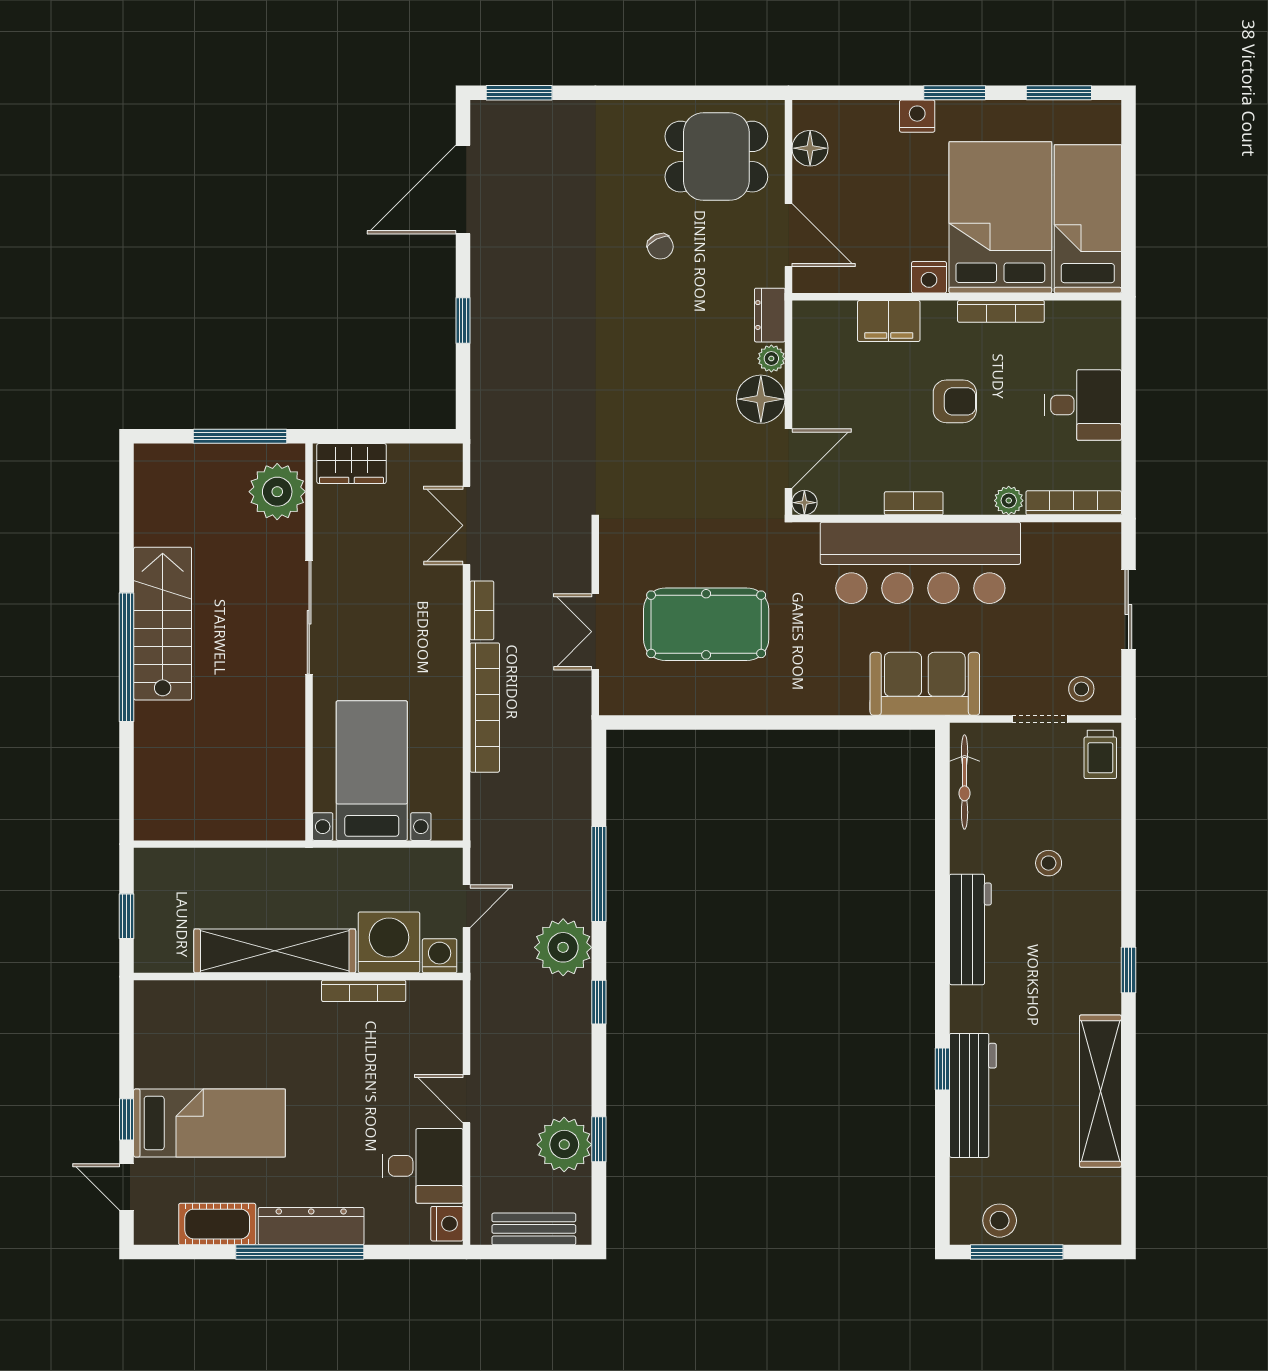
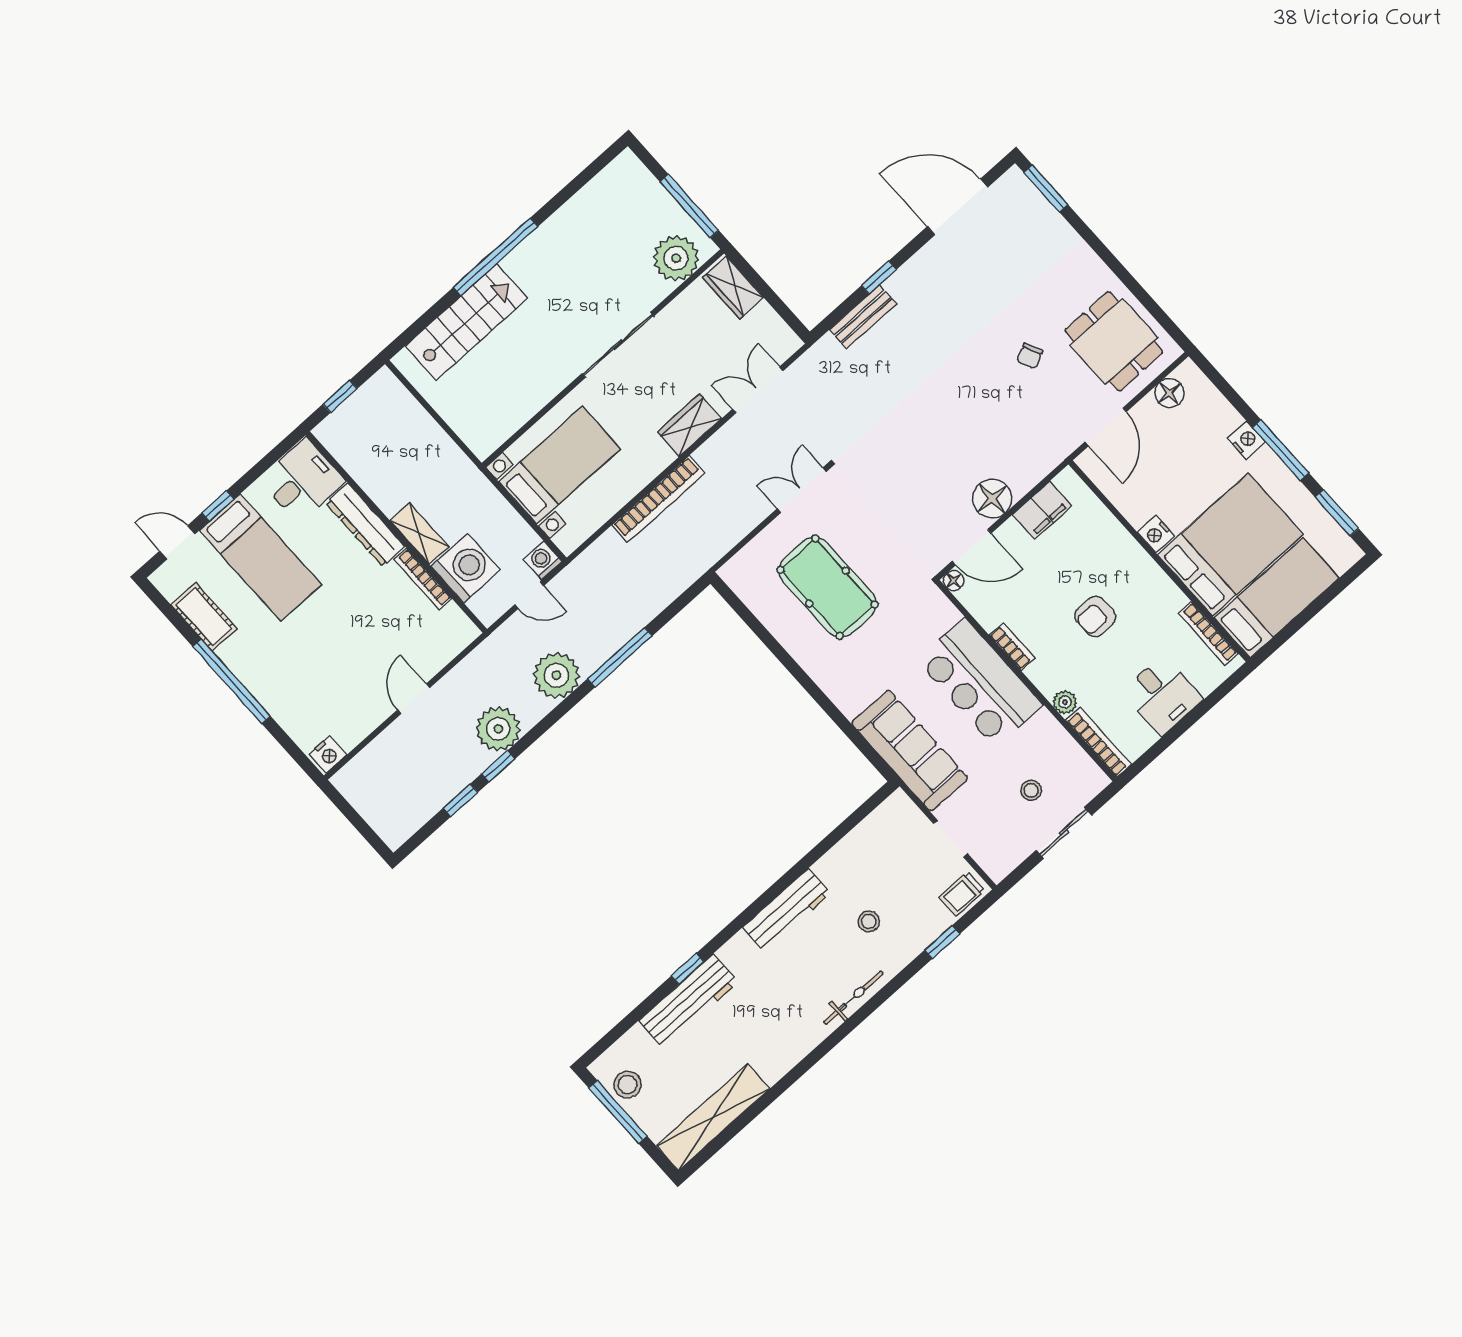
window: (955, 93) -> (1281, 450), width x1.44
bookcase: (1001, 311) -> (1208, 634), moved
dresser: (770, 315) -> (1047, 459), removed
filing cabinet: (889, 321) -> (1042, 510), moved, turned -90
plant: (771, 359) -> (1022, 483), removed
armchair: (955, 401) -> (1095, 616), turned 90
bar counter: (920, 563) -> (980, 683), width x0.73
bookcase: (482, 610) -> (715, 445), removed
wardrobe: (442, 618) -> (689, 425), added
stairs: (163, 624) -> (466, 322), moved
double door: (595, 632) -> (802, 490), moved
sofa: (925, 684) -> (910, 751), width x1.36
stool: (1081, 689) -> (1031, 790), moved
bicycle: (965, 782) -> (853, 998), moved, turned 180
shelving: (275, 951) -> (419, 534), width x0.45, depth x0.75
washing machine: (440, 956) -> (543, 560), moved, turned -90
window: (1128, 970) -> (942, 942), moved
window: (599, 1002) -> (498, 766), moved
shelving: (1100, 1091) -> (713, 1117), moved
plant: (564, 1145) -> (498, 729), moved
desk: (422, 1166) -> (302, 480), moved, turned -90
door: (127, 1187) -> (177, 542), hinge flipped
dresser: (311, 1226) -> (365, 525), moved, turned 180
bench: (534, 1229) -> (863, 317), moved, turned 90

